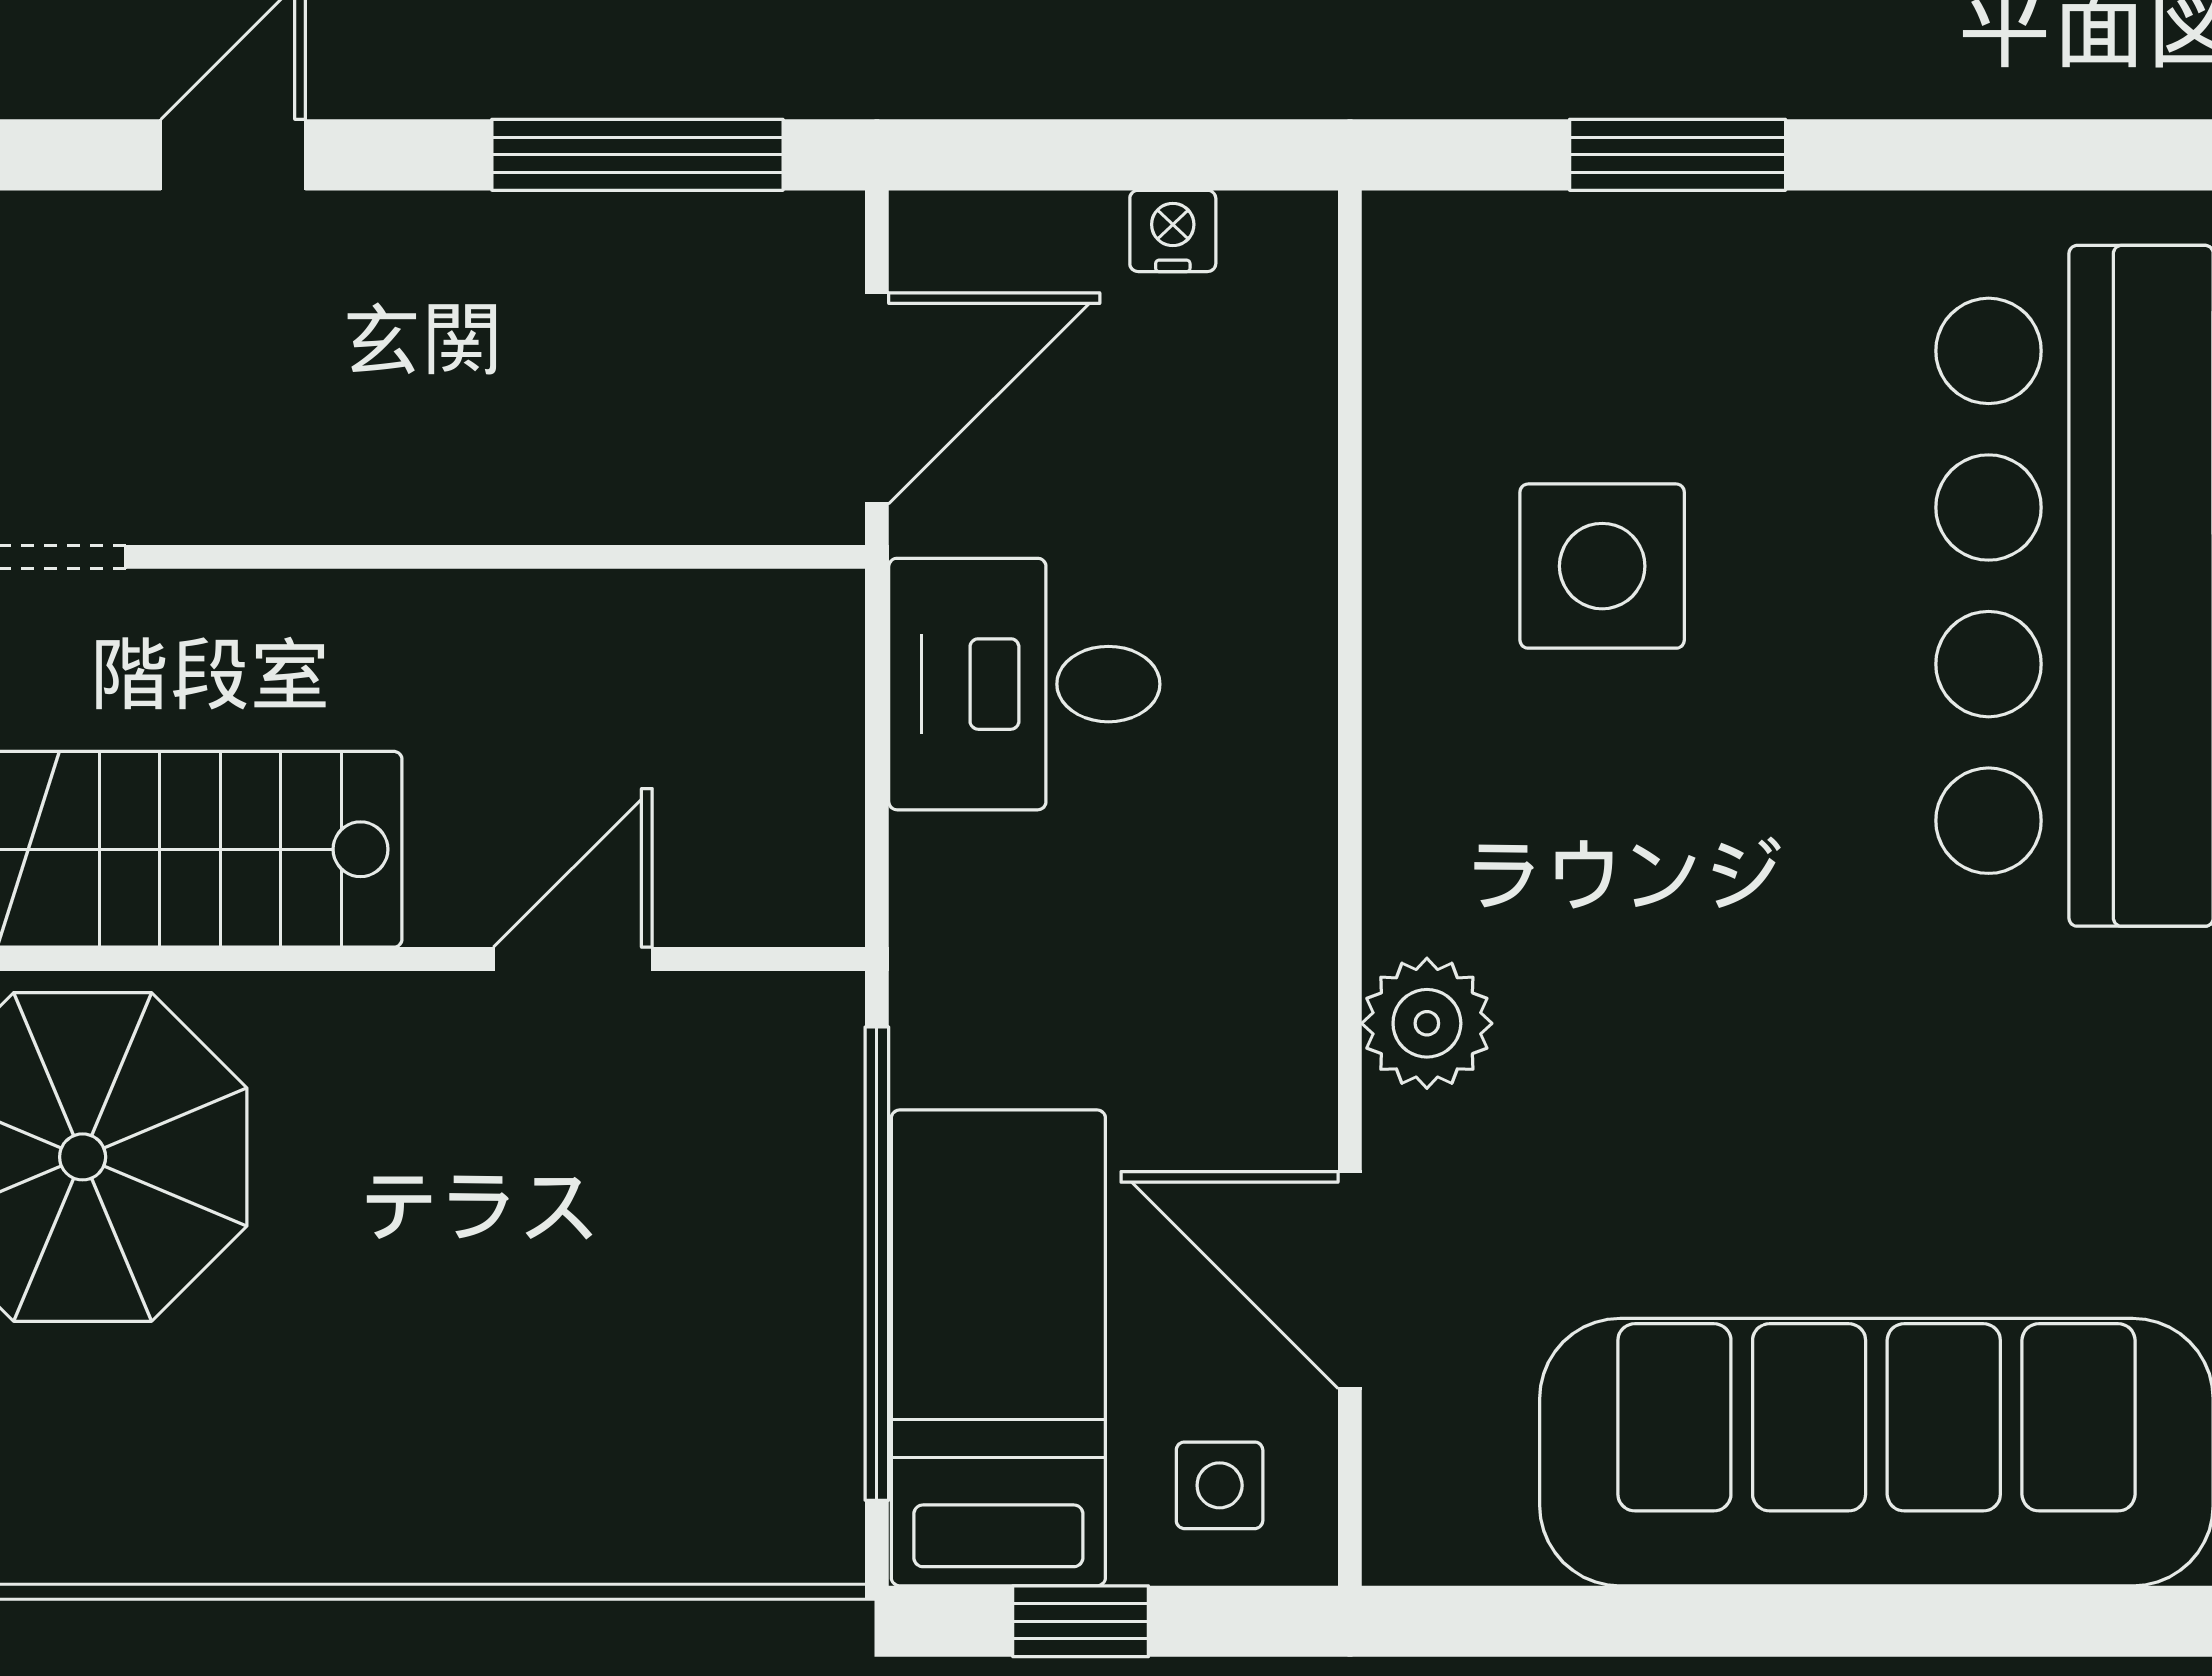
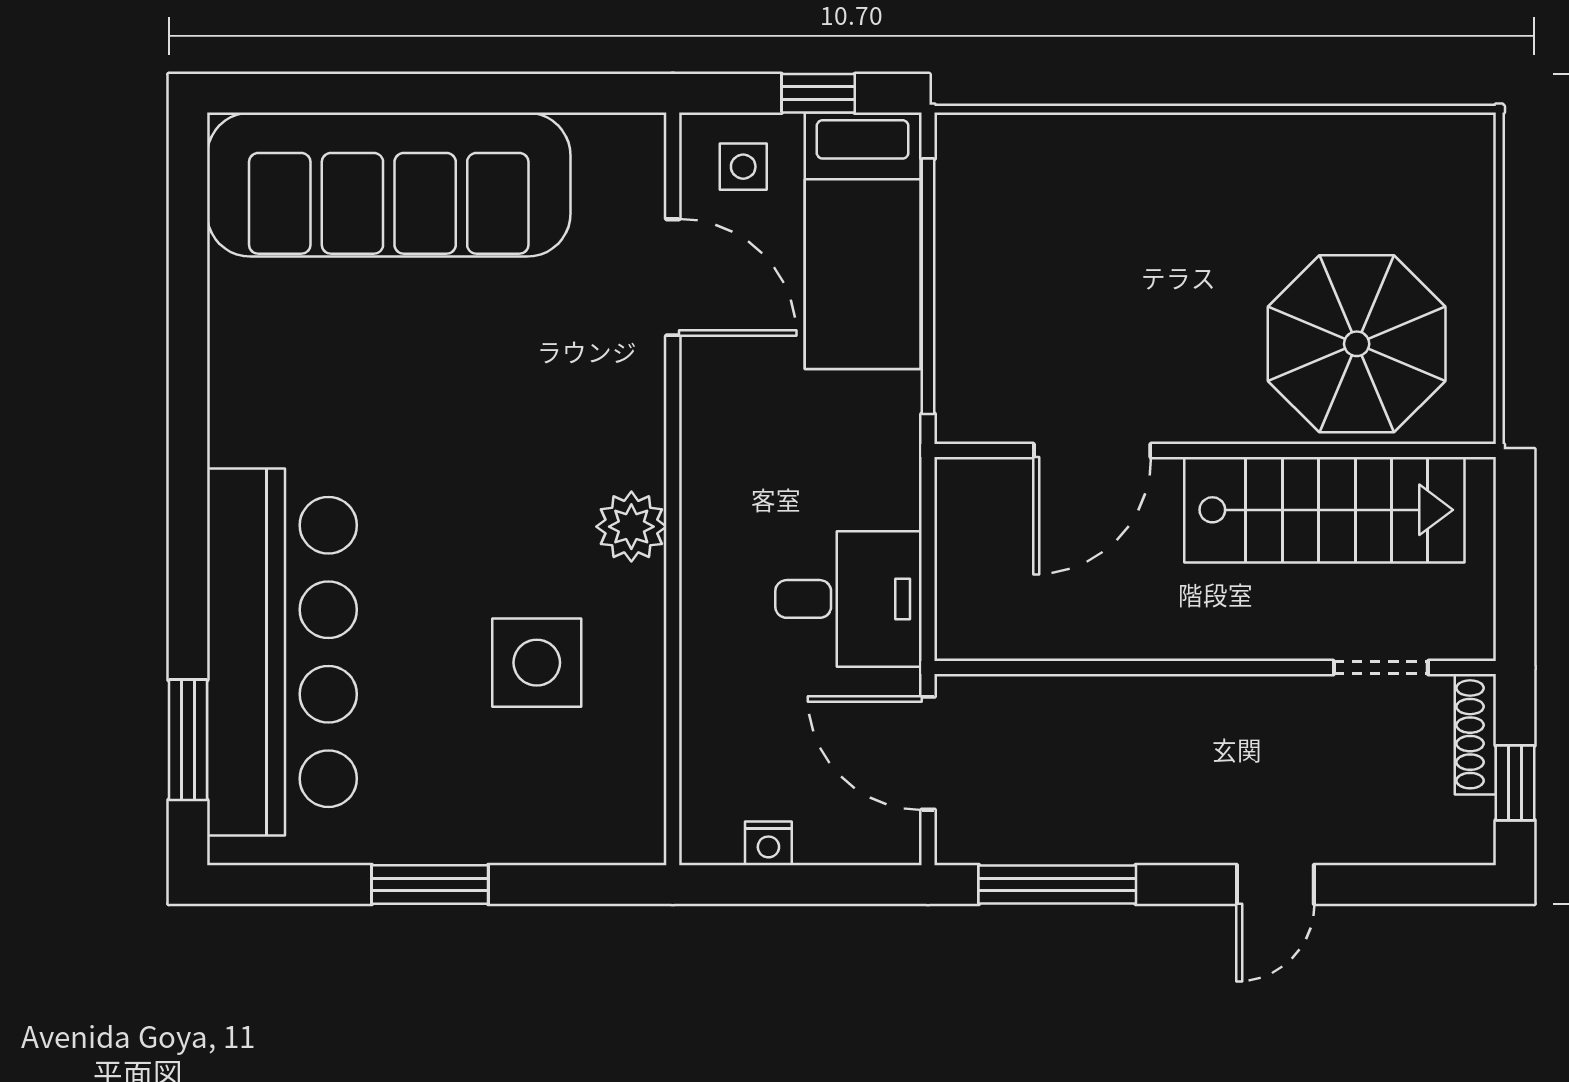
window: (1678, 155) -> (430, 884), moved
door: (877, 398) -> (928, 753), hinge flipped
door: (573, 959) -> (1092, 451), width x1.38
plant: (1427, 1023) -> (631, 527), moved

